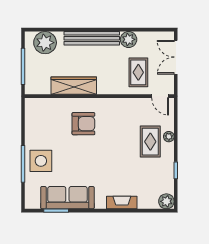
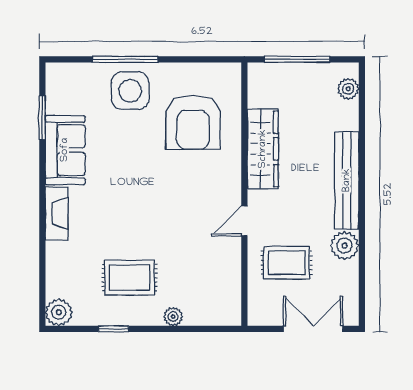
plant: (45, 43) -> (348, 89), width x0.53, depth x0.53
door: (160, 96) -> (244, 221), moved
armchair: (83, 124) -> (193, 122), moved, width x1.36, depth x1.36
rug: (150, 142) -> (130, 278), moved
sofa: (67, 198) -> (65, 150), width x0.73
fireplace: (122, 203) -> (57, 213), moved

